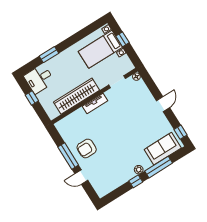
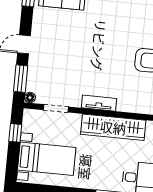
window: (123, 39) -> (15, 133), moved
window: (150, 83) -> (21, 79), added

